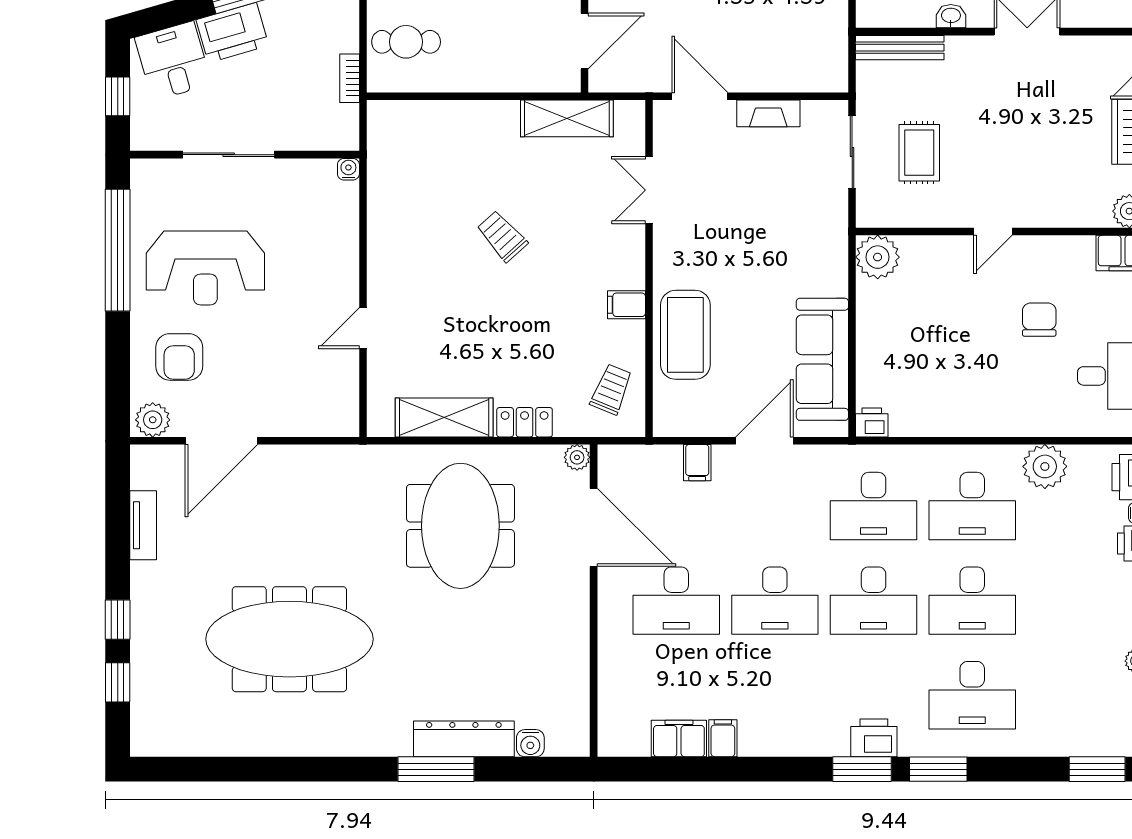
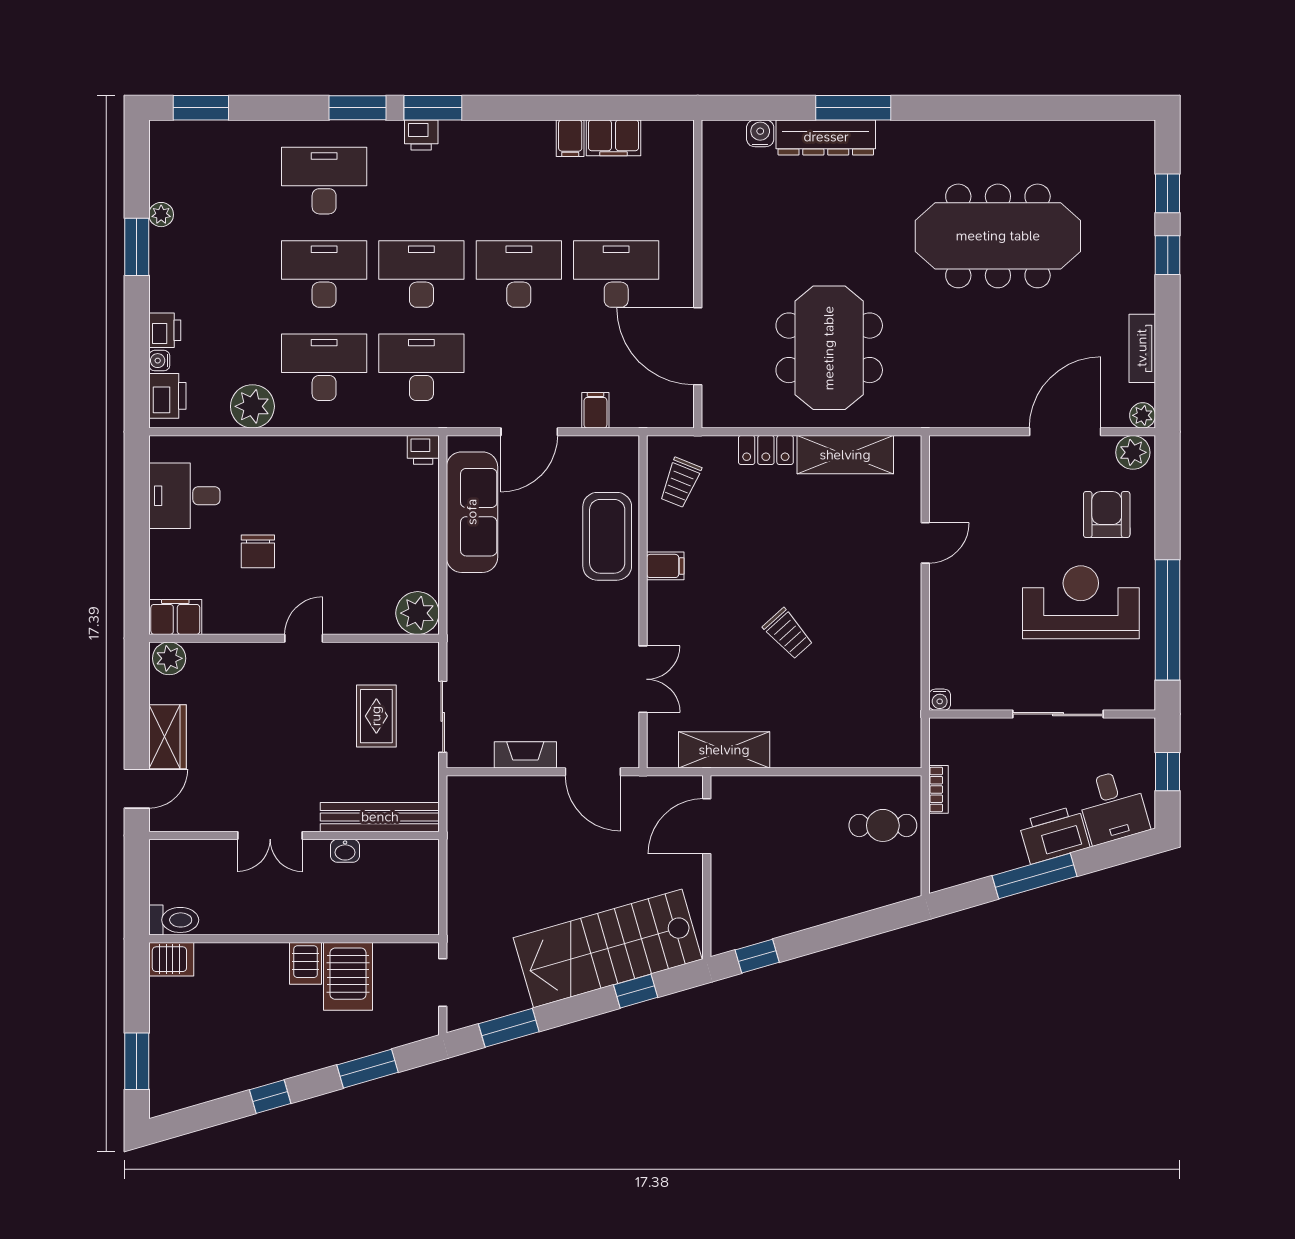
bench: (900, 48) -> (380, 817), width x1.37, depth x1.21
plant: (577, 457) -> (1143, 415), moved
printer: (874, 738) -> (421, 135), width x0.73, depth x0.81

